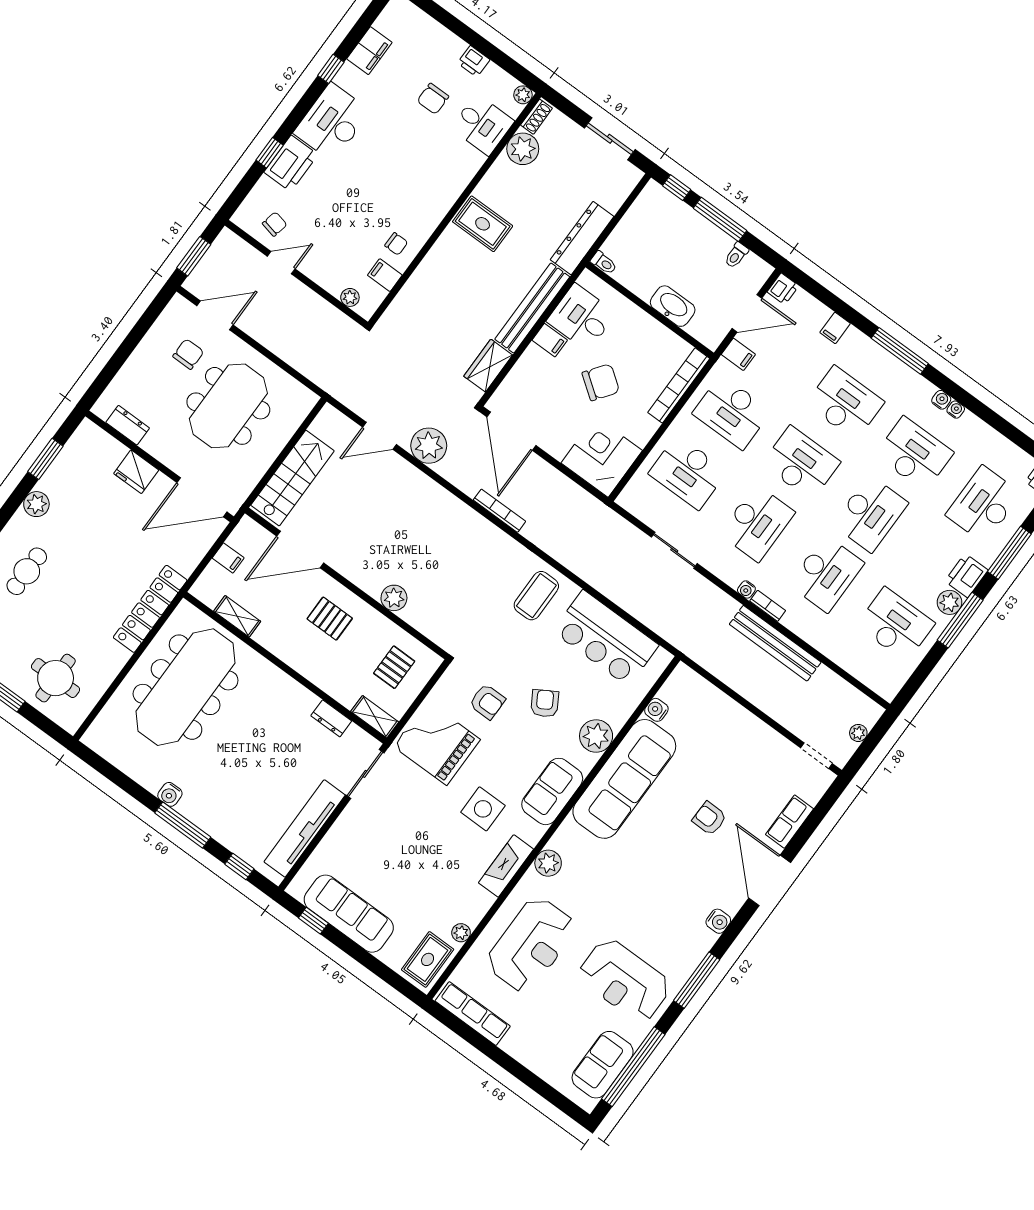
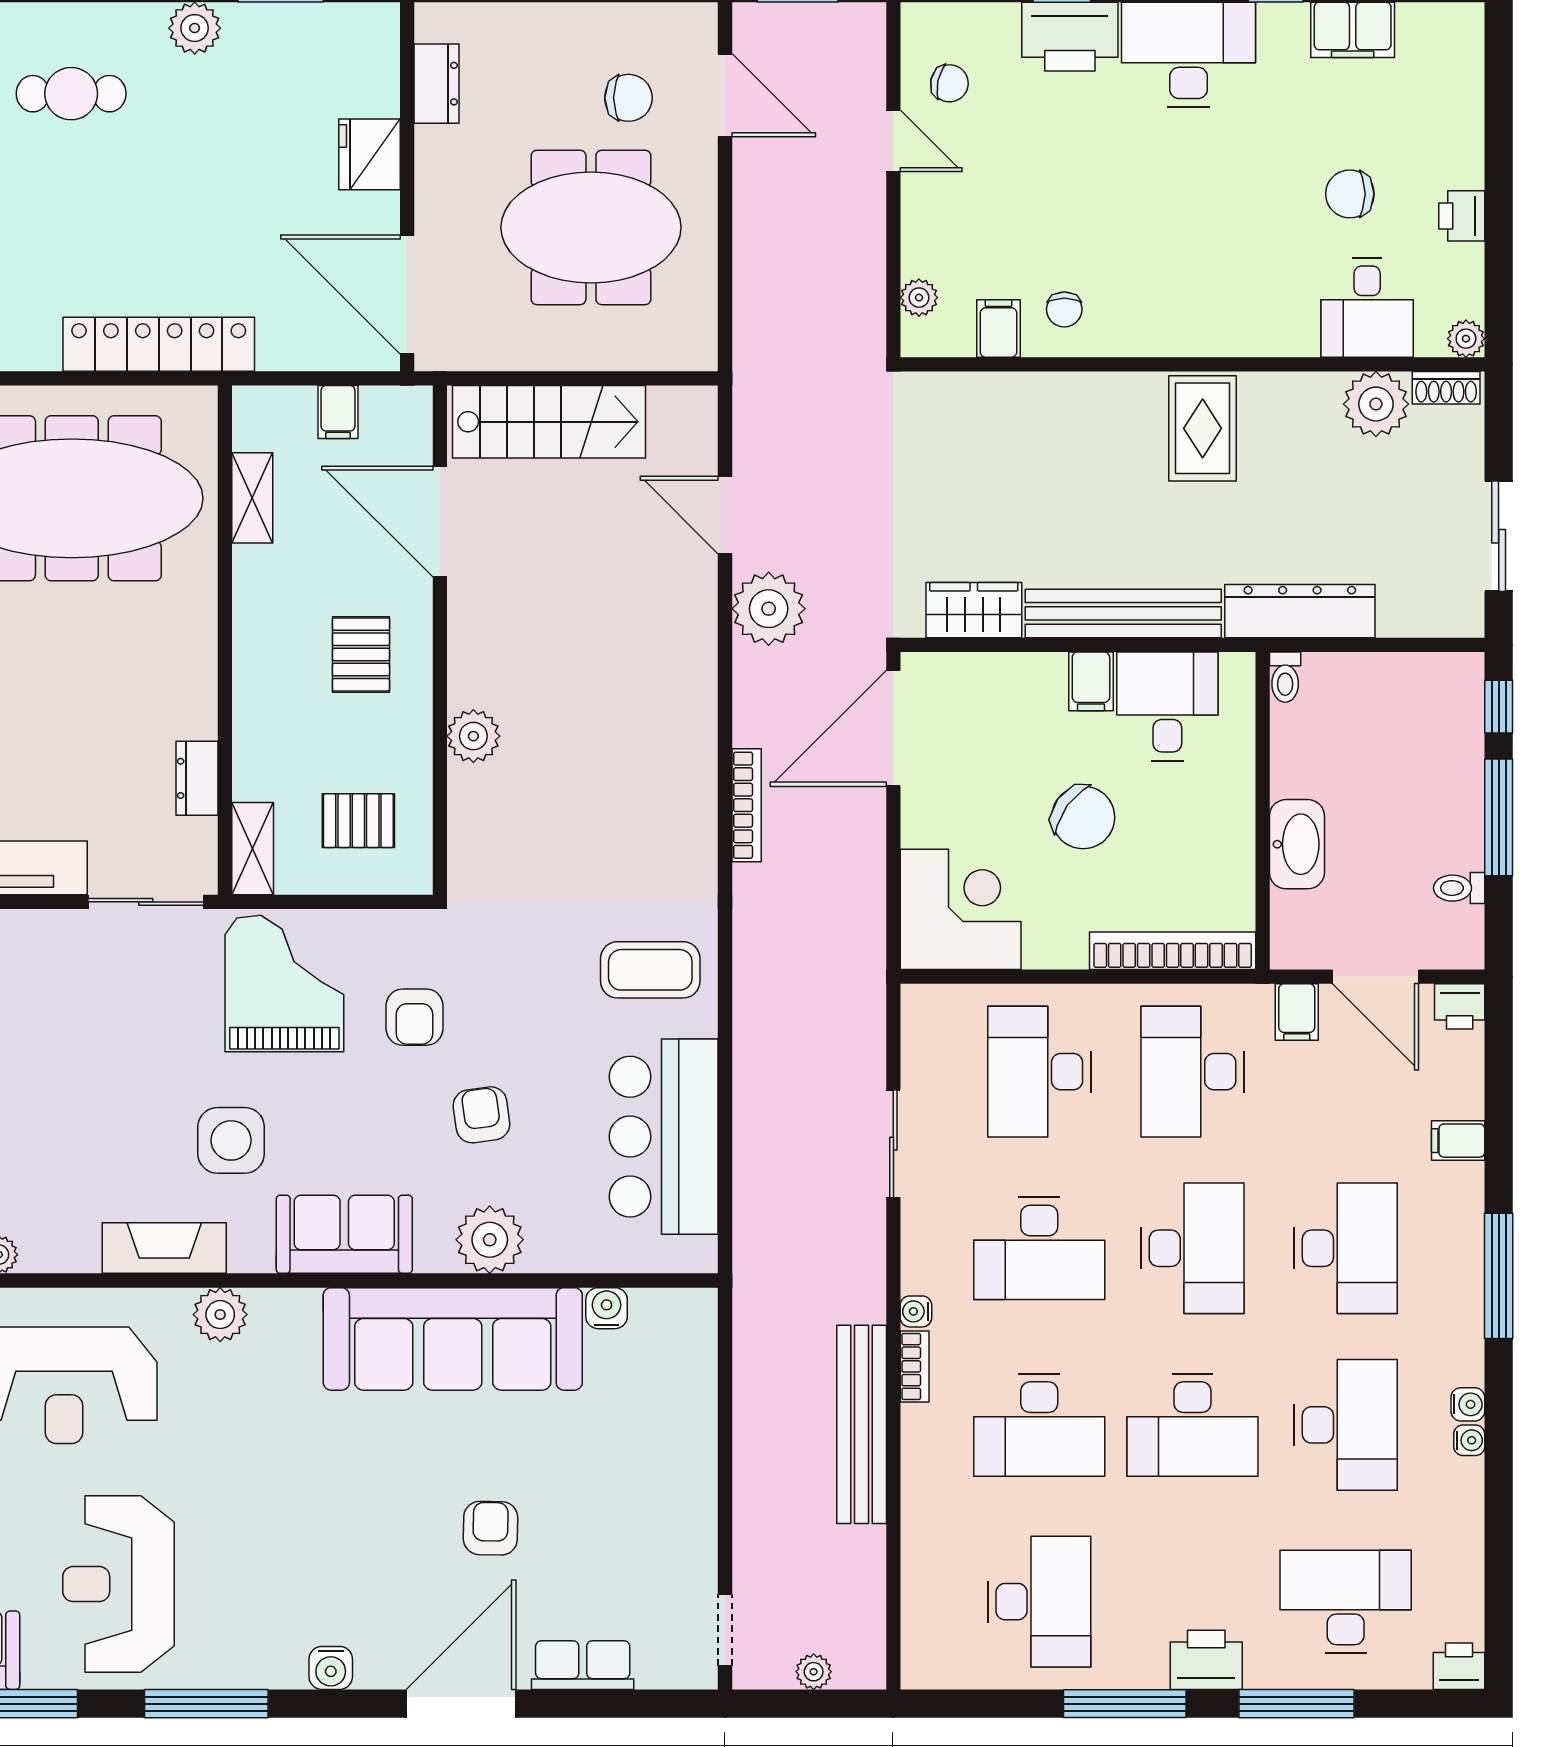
plant: (950, 602) -> (1141, 1664), removed
armchair: (545, 703) -> (481, 1115), turned -67

